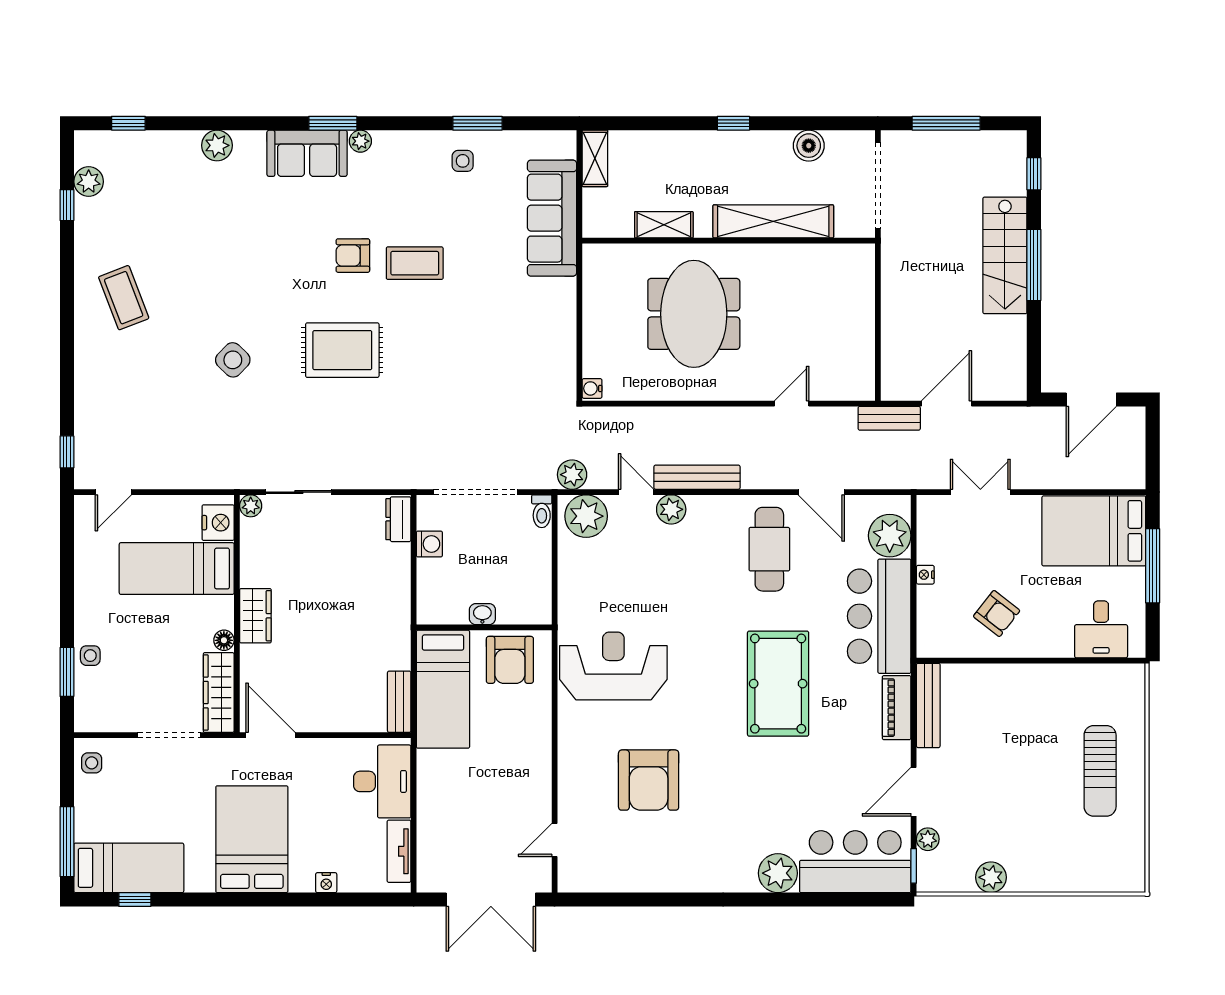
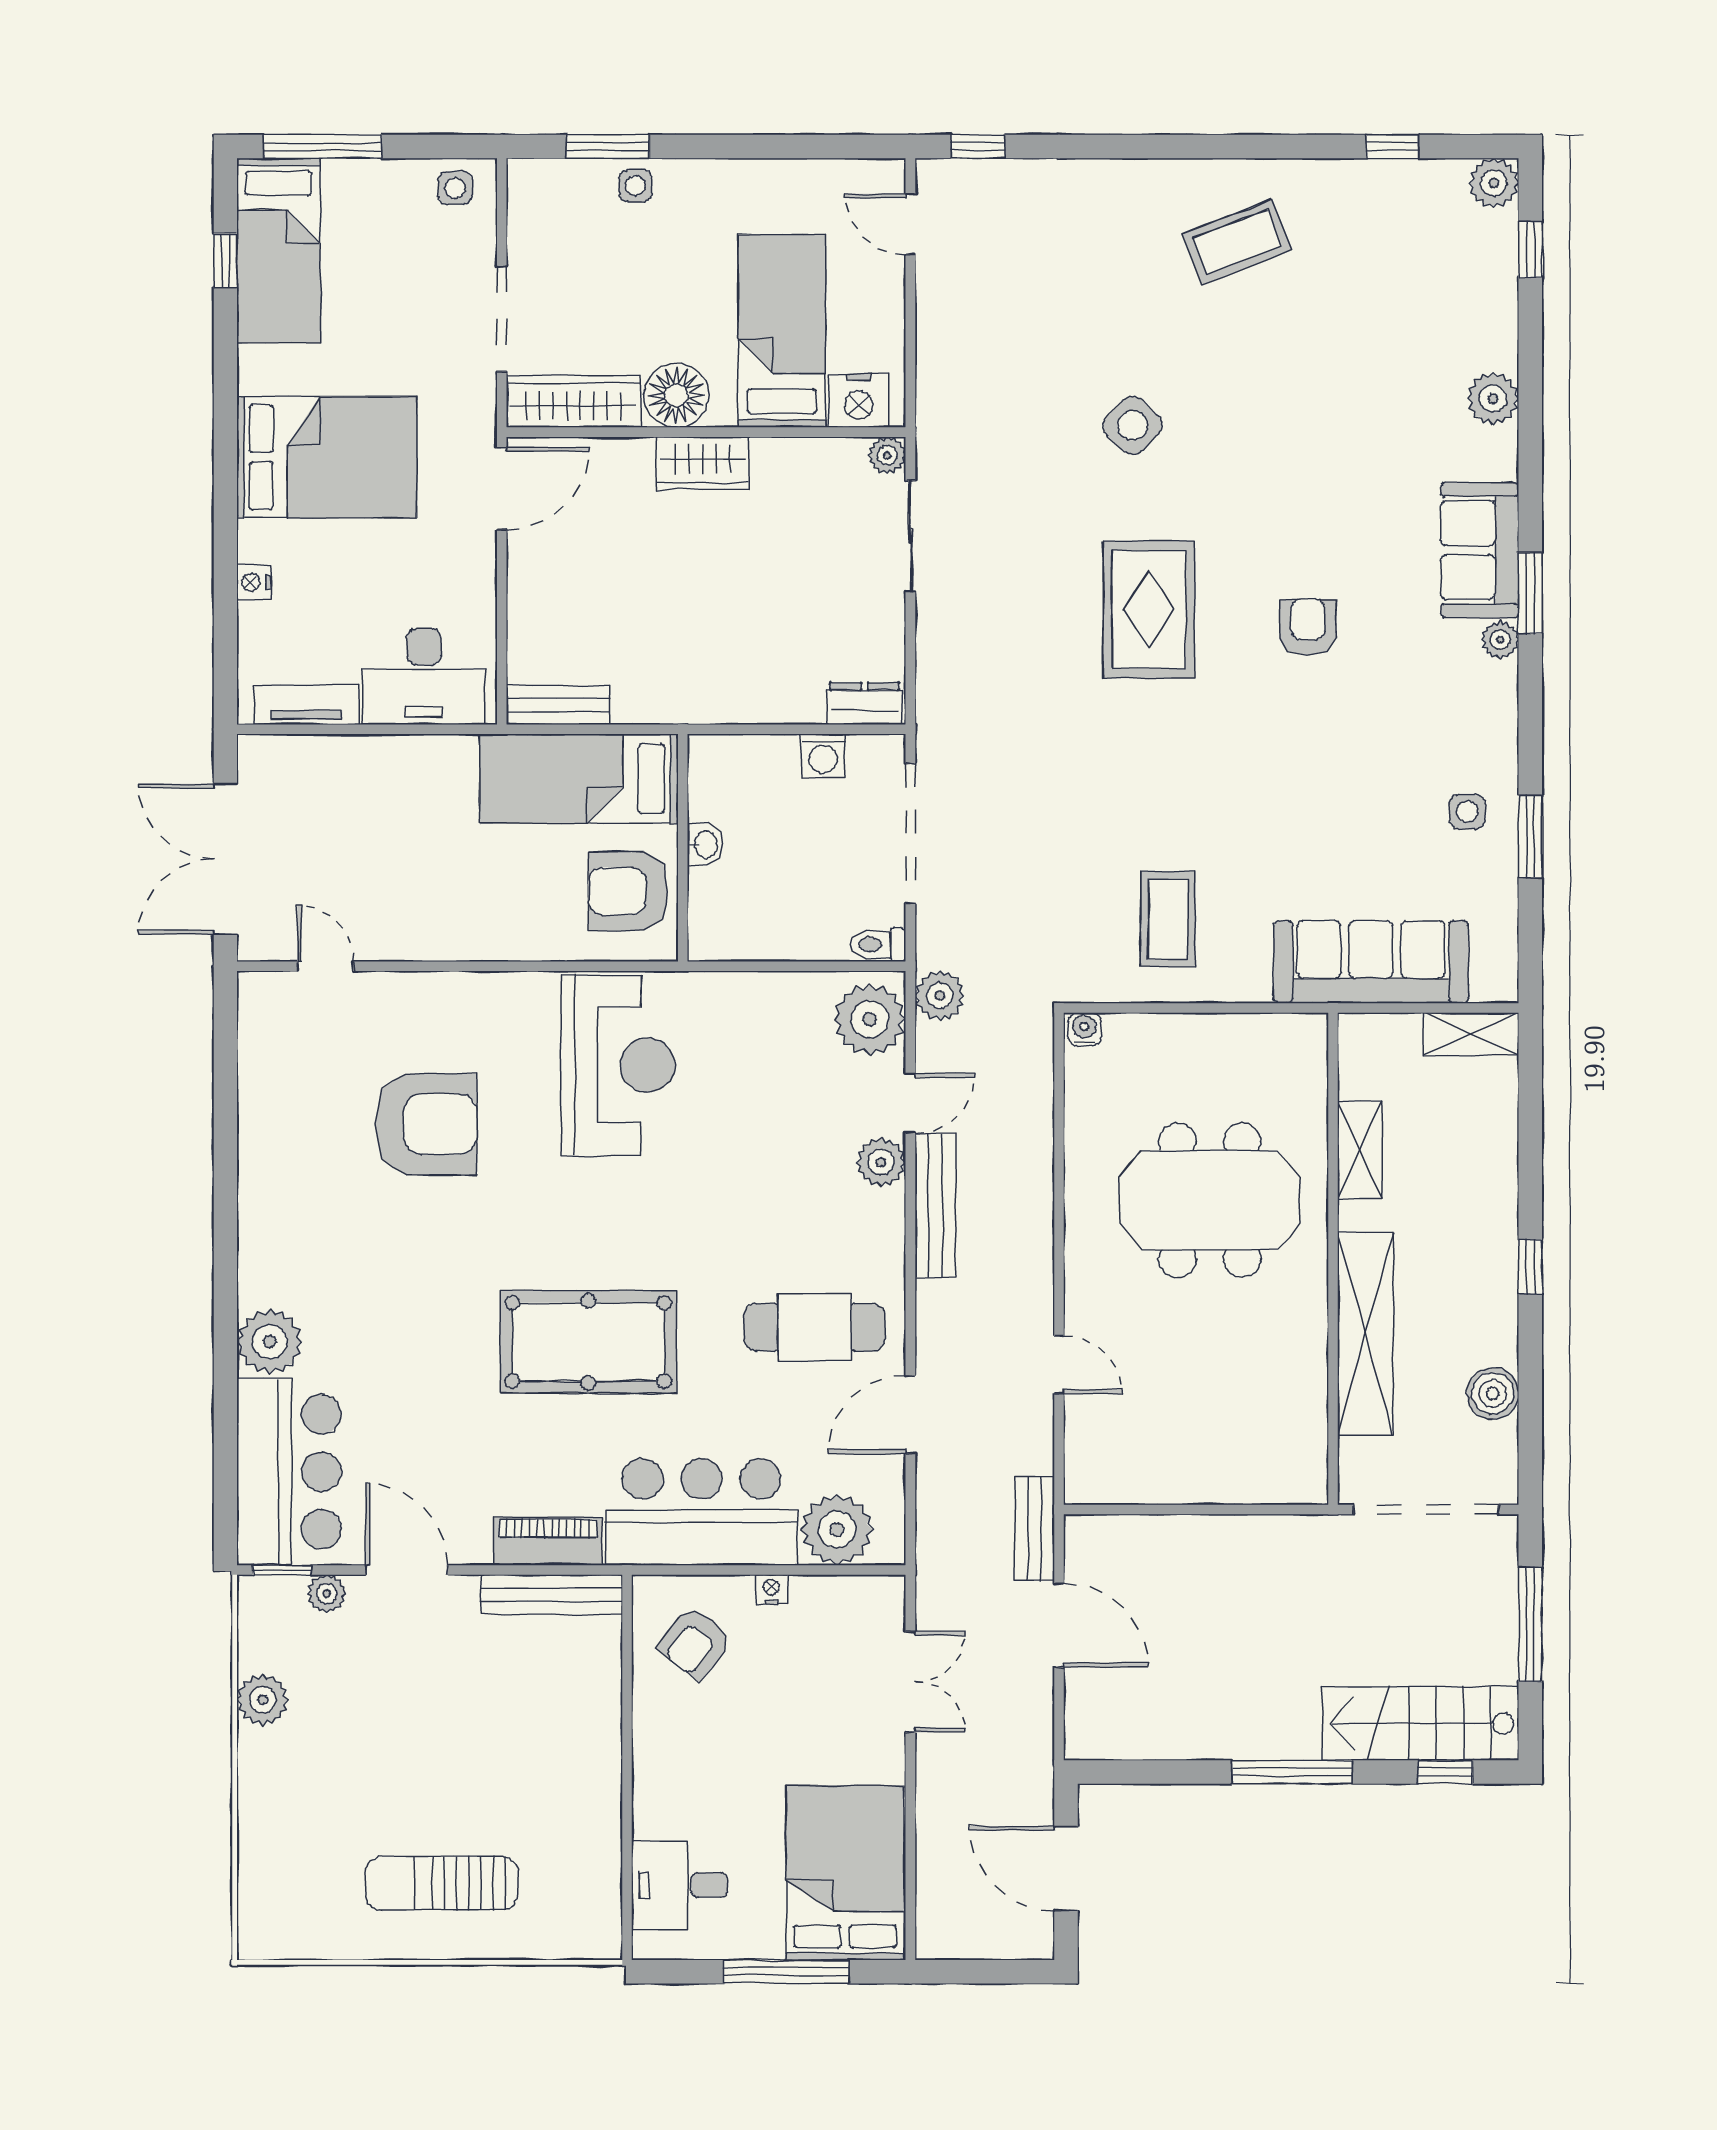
plant: (89, 182) -> (1494, 183), moved
stairs: (1005, 255) -> (1421, 1723), moved
coffee table: (415, 263) -> (1168, 919), moved
armchair: (997, 614) -> (695, 1643), moved
floor lamp: (224, 640) -> (676, 395), width x1.89, depth x1.89
armchair: (649, 780) -> (426, 1124), turned 180

